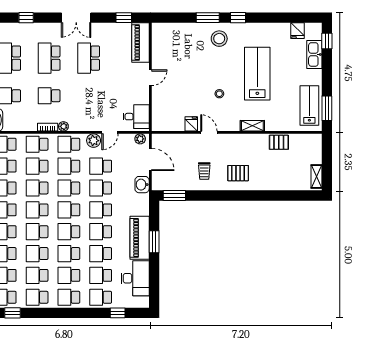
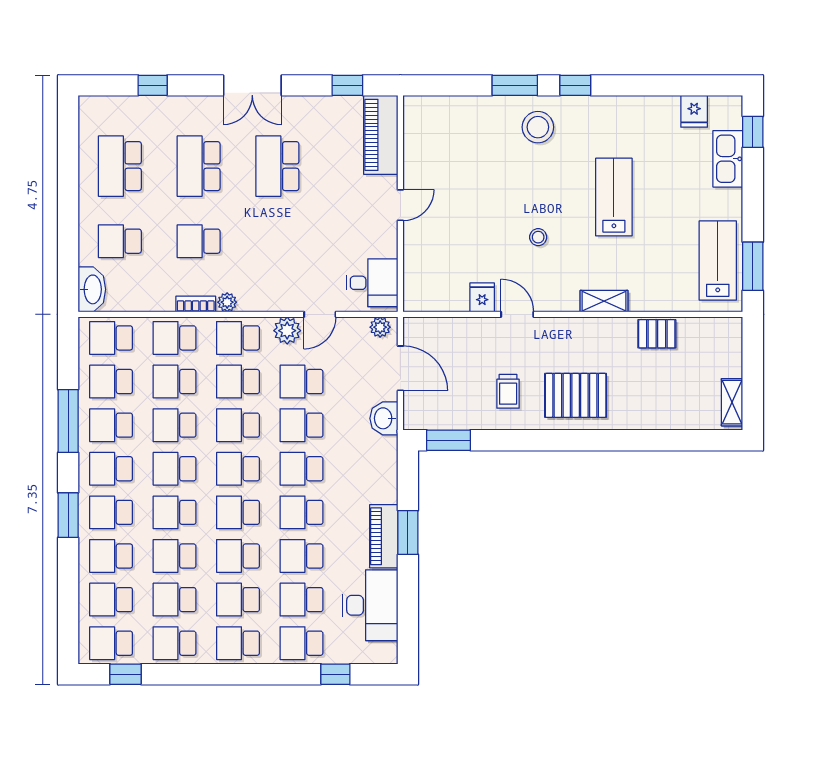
lab bench: (257, 74) -> (614, 197), width x0.73, depth x0.72
pallet: (238, 173) -> (576, 395), width x1.50, depth x1.42
piano: (140, 238) -> (384, 536), width x0.73, depth x0.75

